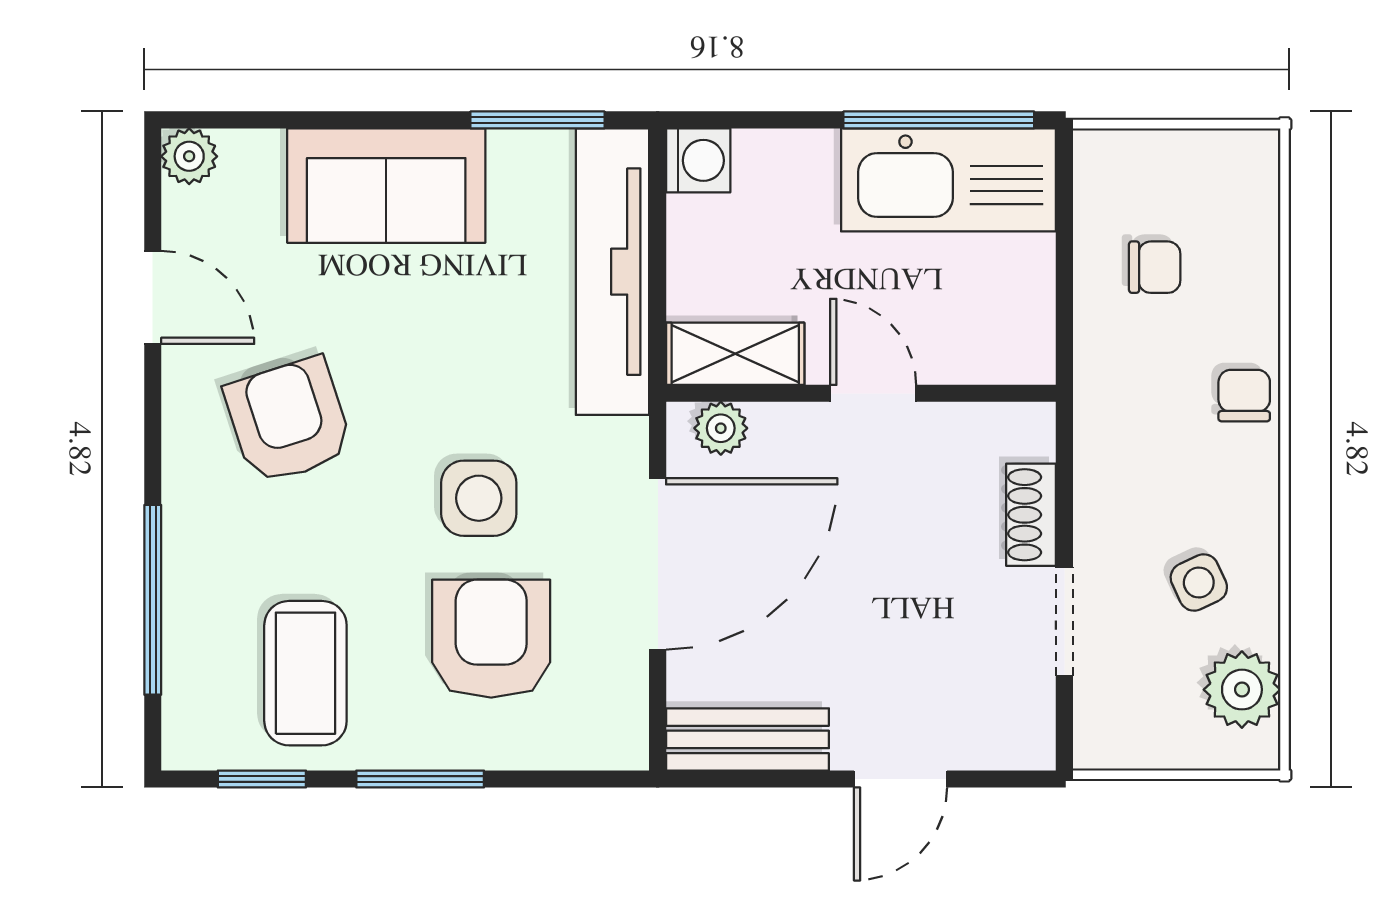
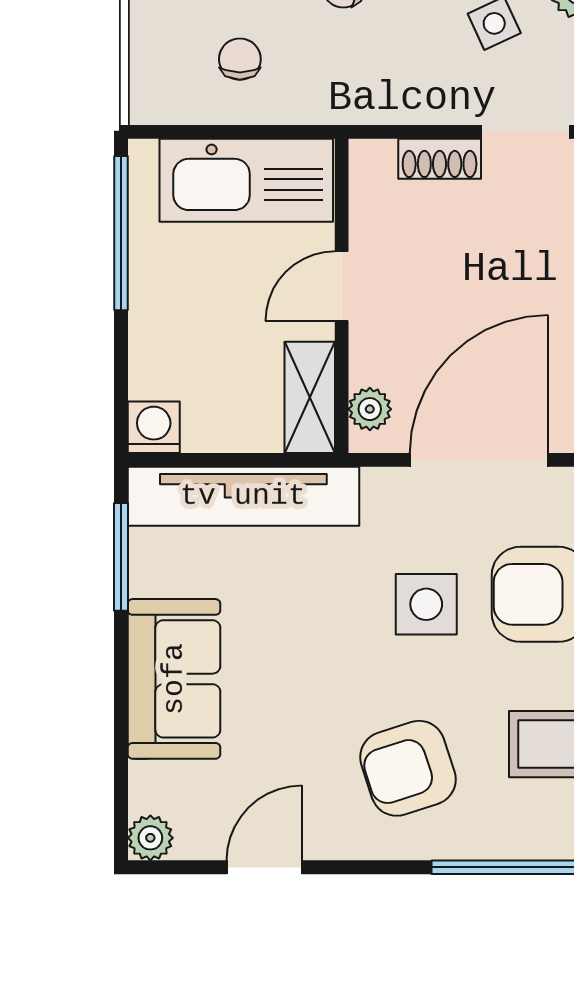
kitchen sink: (948, 180) -> (246, 180), moved, turned 90
armchair: (289, 421) -> (408, 768), moved
door: (658, 564) -> (479, 460), hinge flipped

